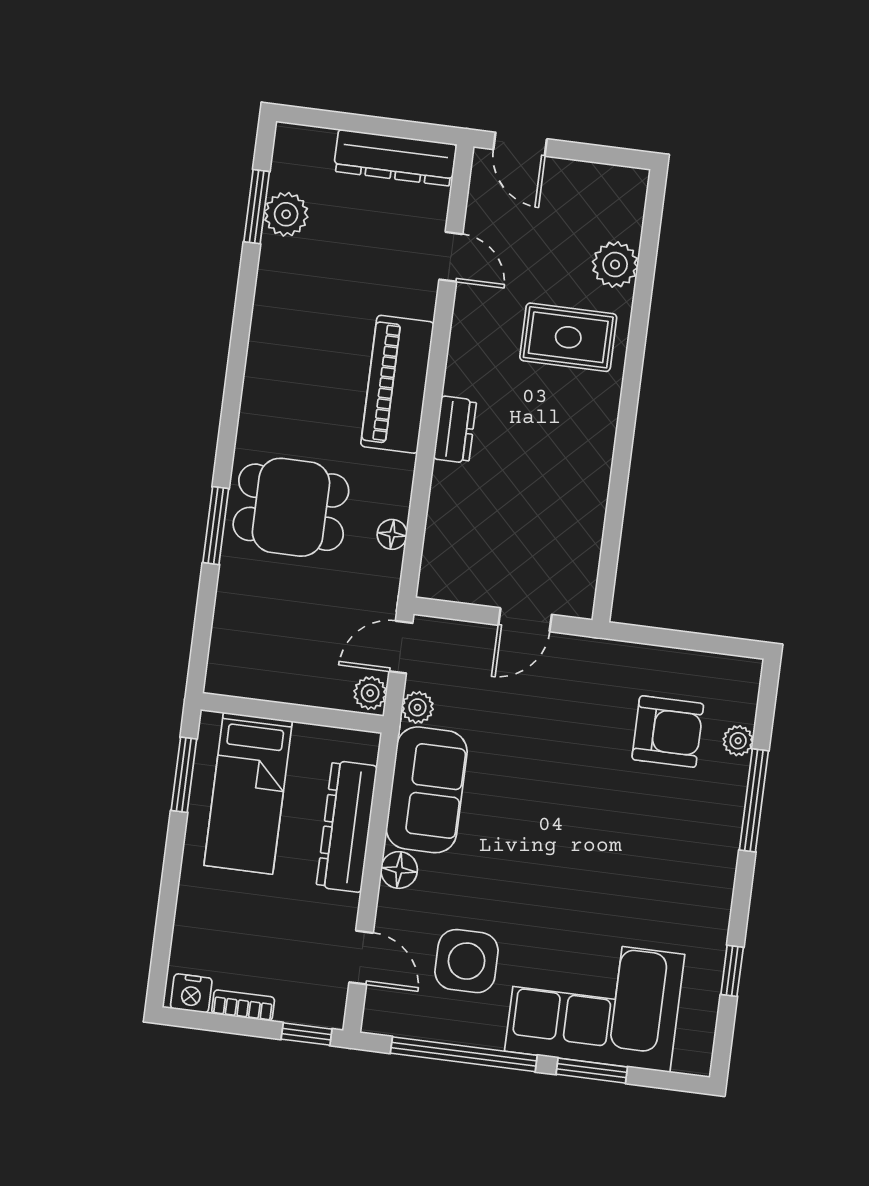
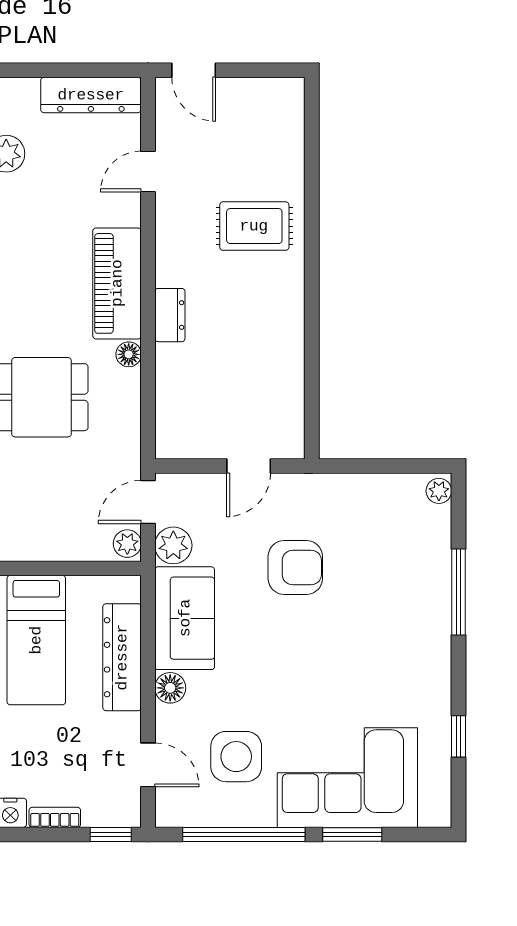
door: (451, 257) -> (148, 172), swing flipped
plant: (615, 265) -> (286, 160), removed
floor lamp: (392, 534) -> (129, 354), moved
plant: (417, 707) -> (173, 545), width x1.38, depth x1.38
armchair: (668, 732) -> (295, 567), moved
plant: (738, 741) -> (439, 491), moved

